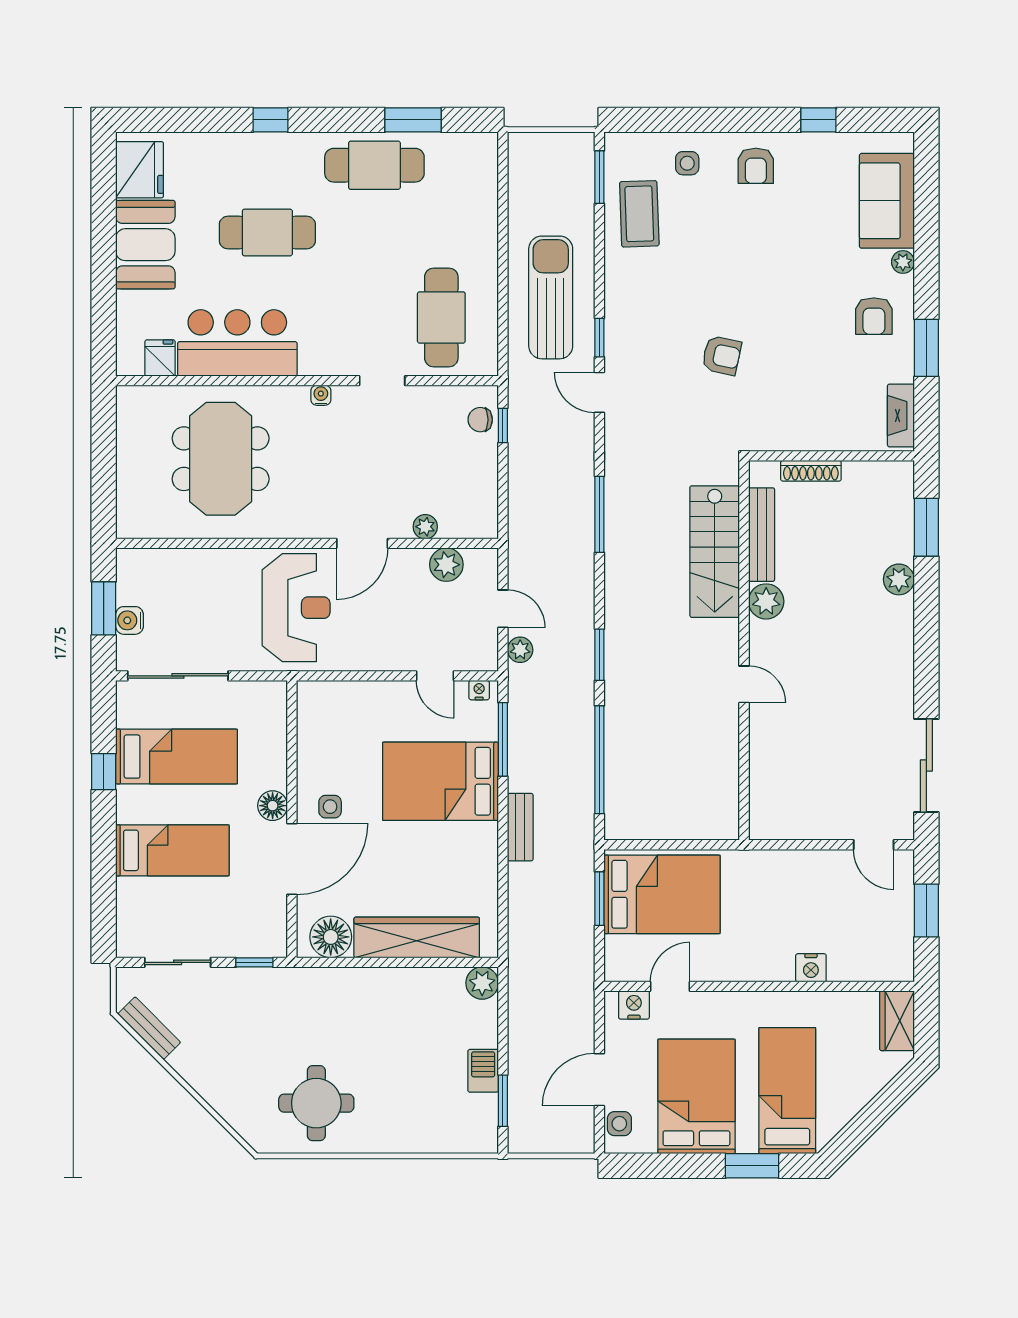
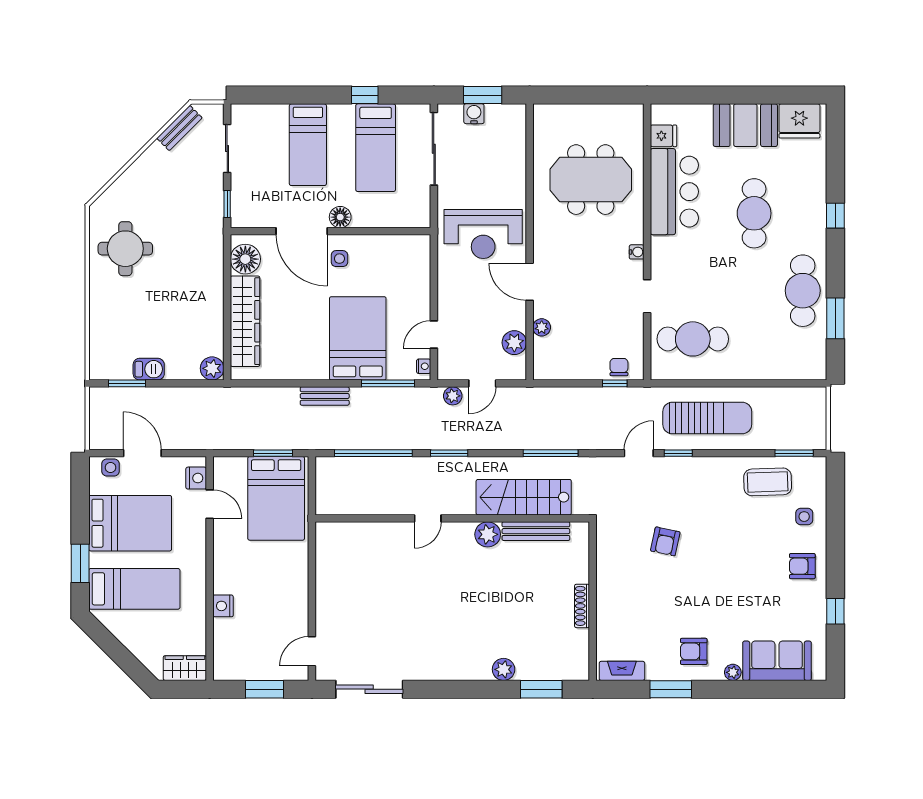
bench: (762, 535) -> (536, 531), moved
stairs: (715, 552) -> (524, 497), moved
plant: (766, 601) -> (488, 534), moved
wall: (744, 650) -> (452, 518), moved
door: (744, 684) -> (428, 518), moved

